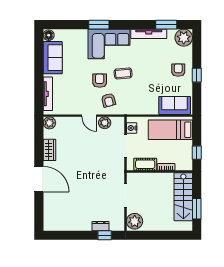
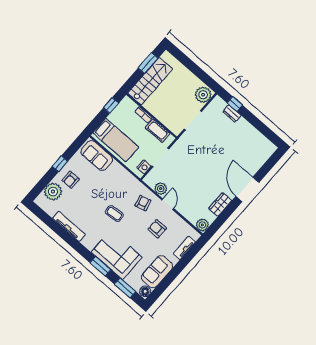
window: (166, 25) -> (125, 288), moved
plant: (184, 38) -> (53, 192), moved
corner sofa: (109, 44) -> (117, 255), moved
armchair: (100, 81) -> (157, 229), moved, turned 90
tv unit: (48, 94) -> (184, 248), width x0.71

